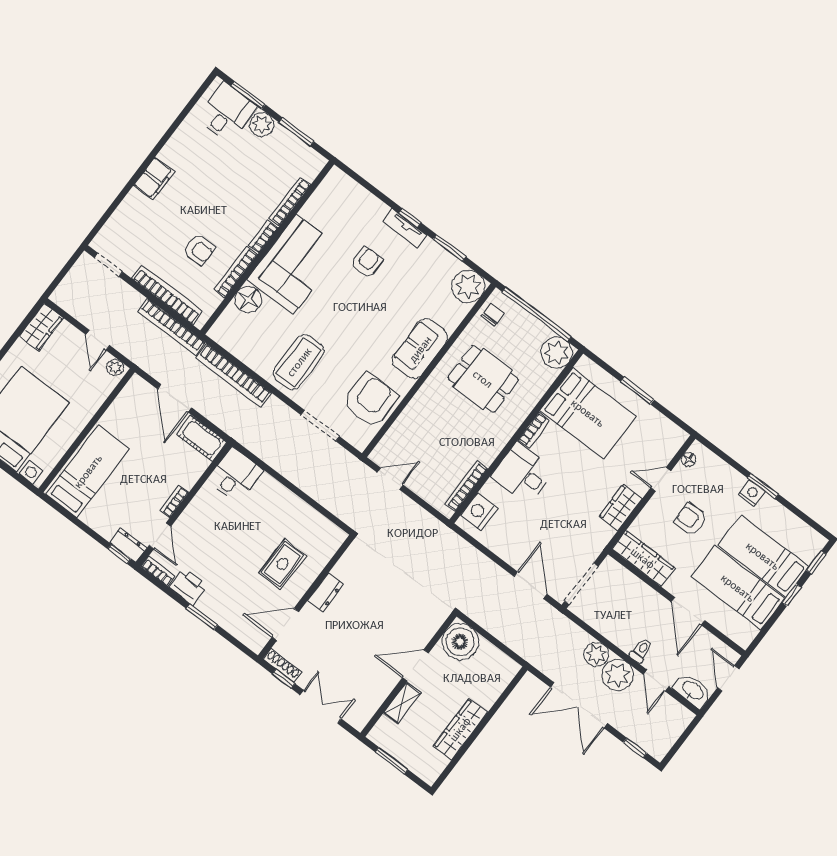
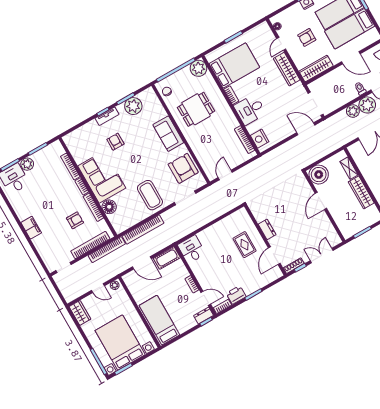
plant: (468, 286) -> (133, 106), moved
wardrobe: (621, 508) -> (287, 69), width x1.50
shelving: (402, 703) -> (349, 168), moved

